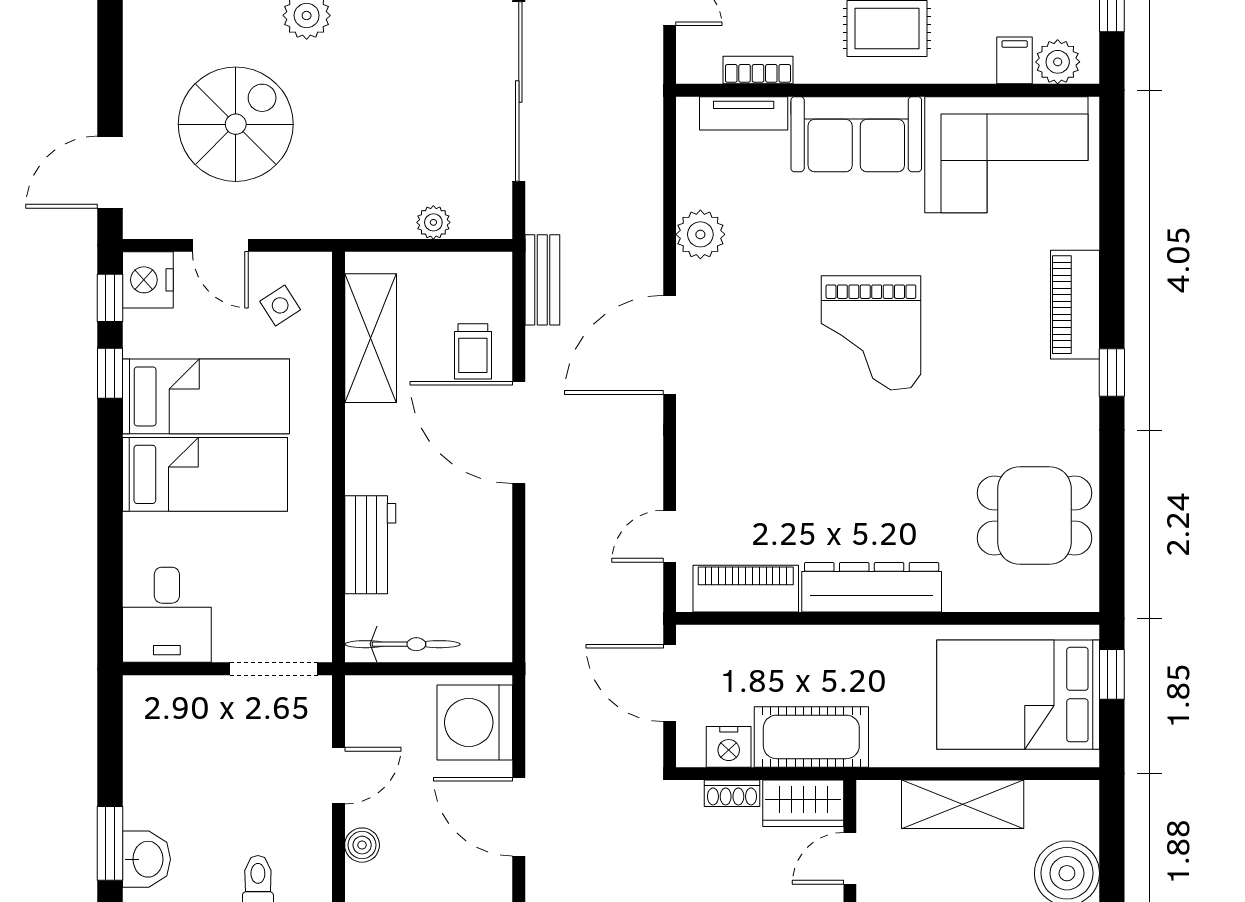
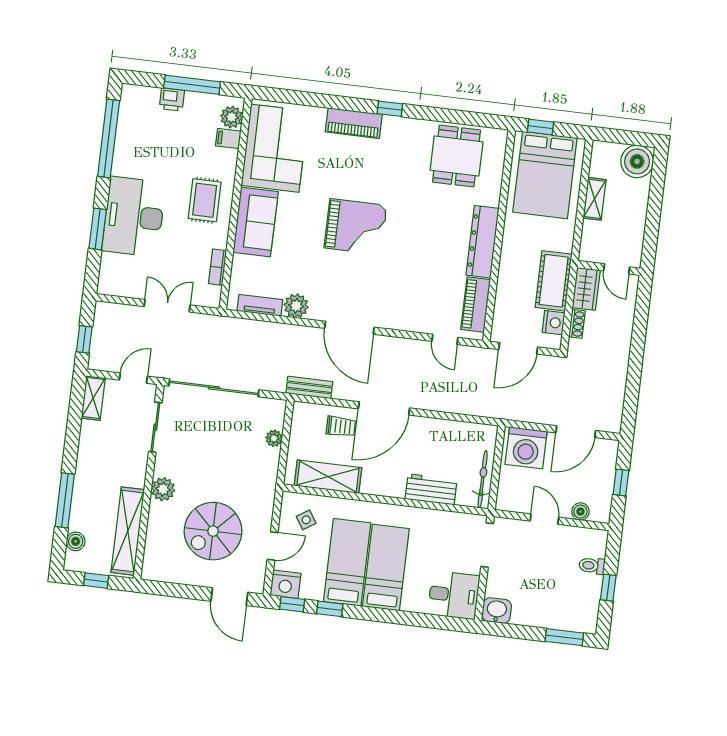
tv unit: (744, 113) -> (260, 305), moved, turned -90
spiral stairs: (236, 124) -> (213, 531), turned -90
shelving: (963, 804) -> (595, 199), width x0.67, depth x0.75
washbasin: (147, 859) -> (497, 611), moved

